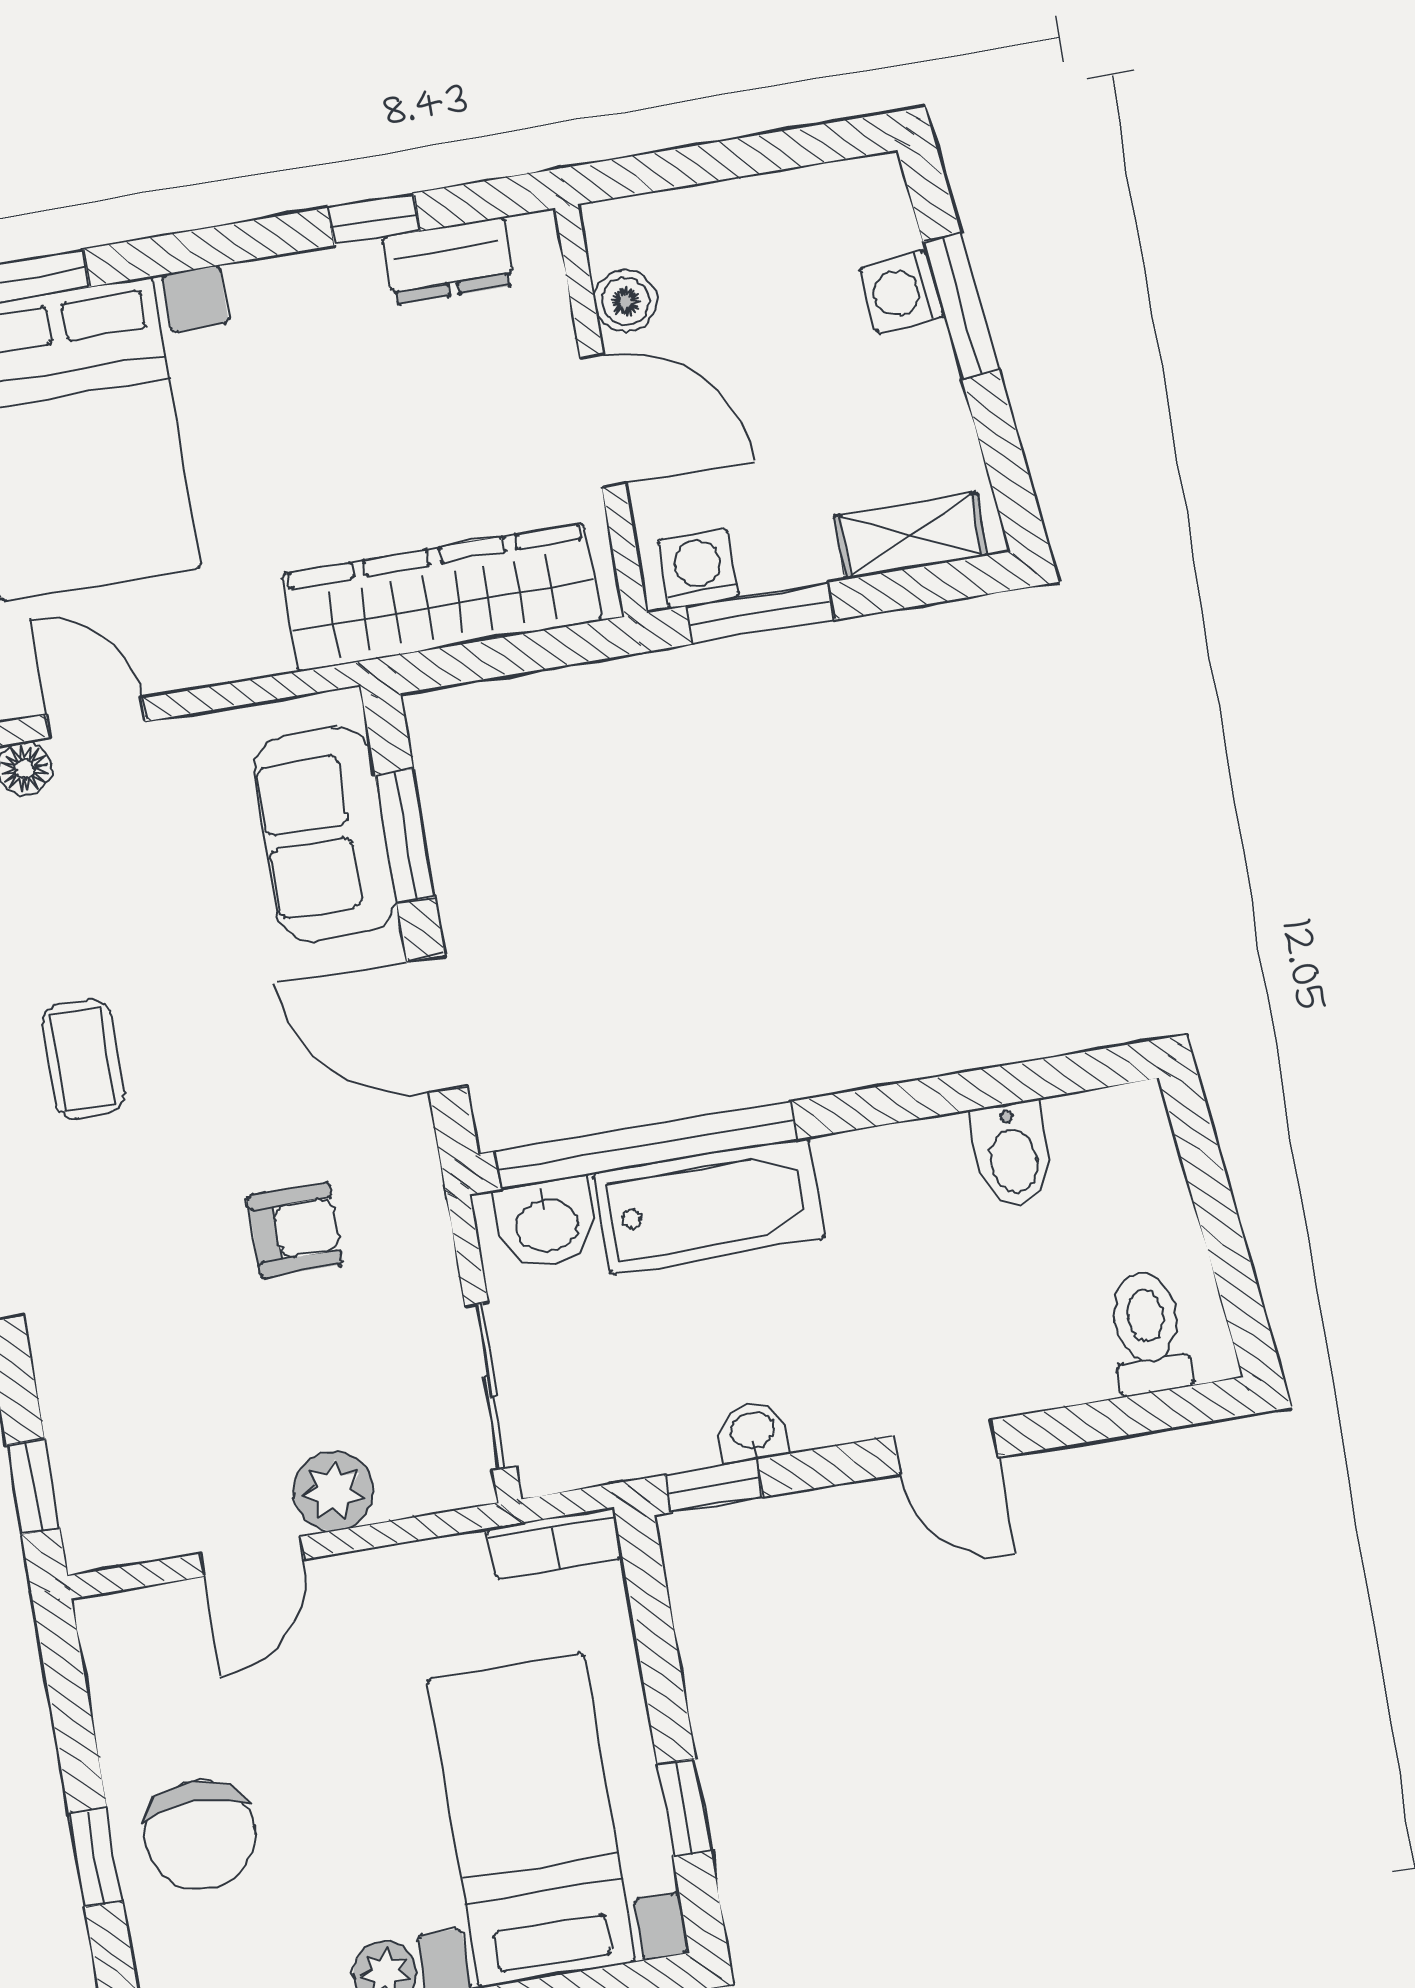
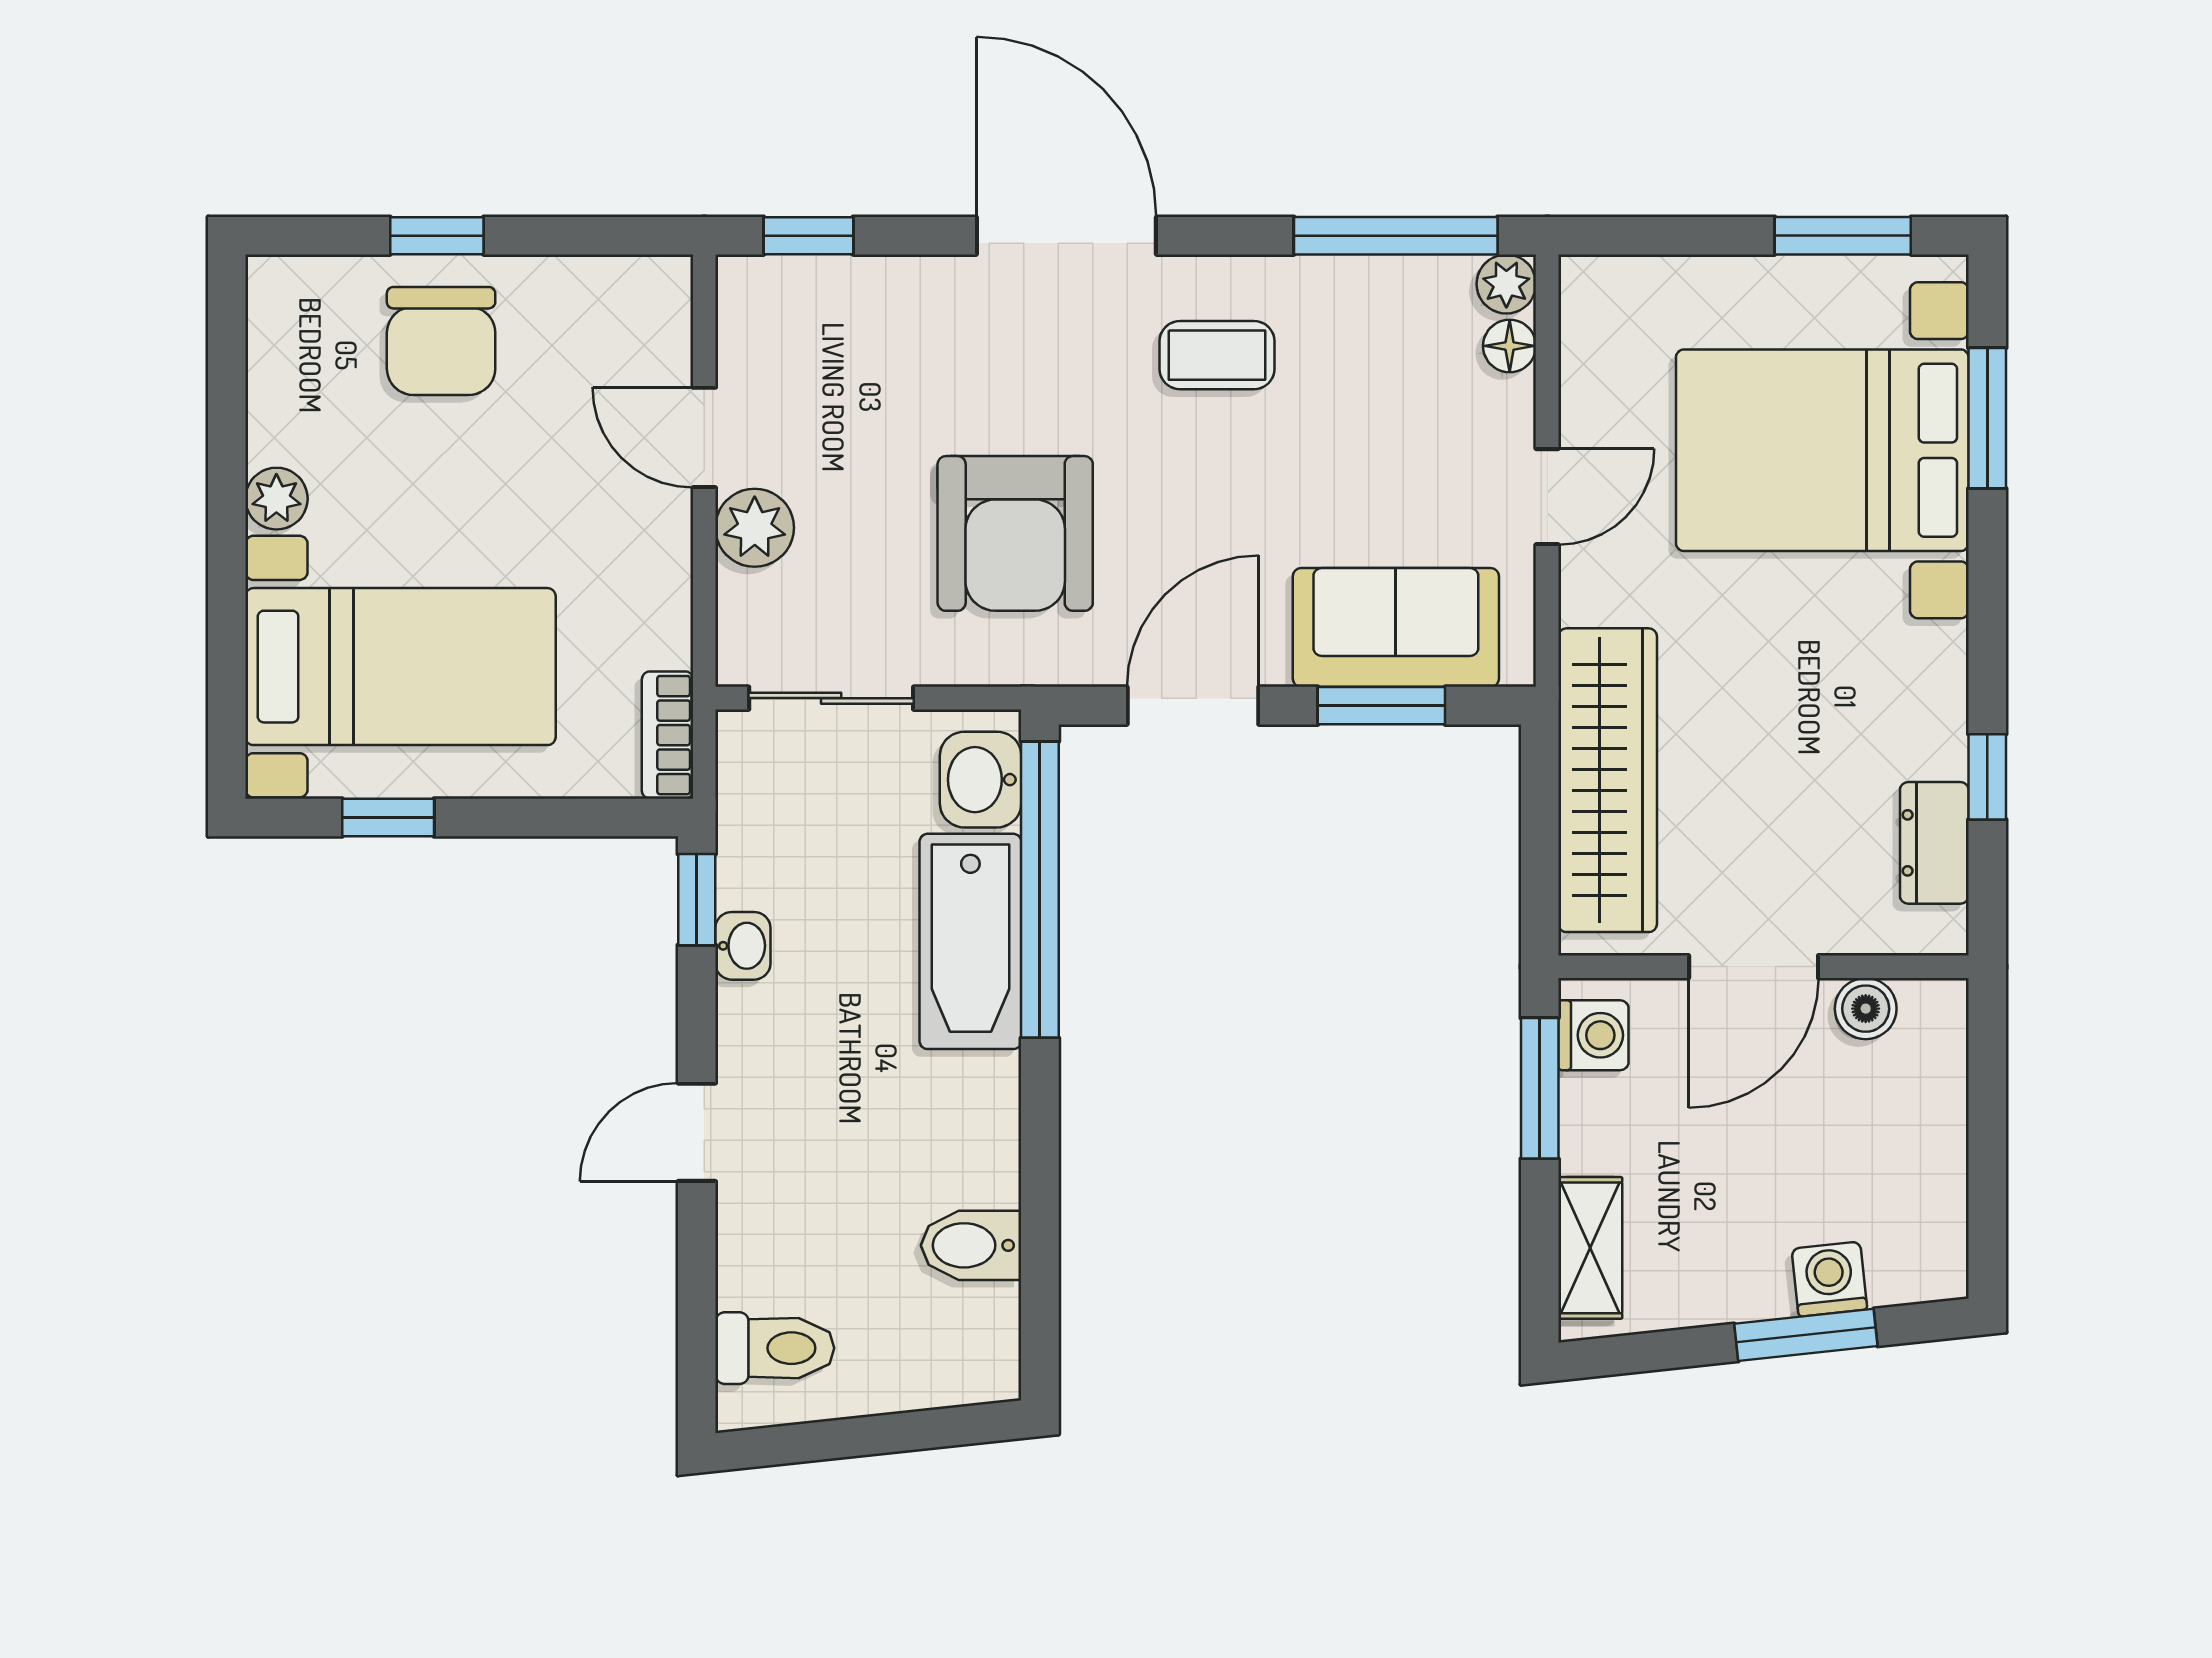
door: (96, 718) -> (1547, 497), moved
armchair: (295, 1230) -> (1015, 533), width x1.88, depth x1.88
chair: (200, 1835) -> (441, 341), turned -90

